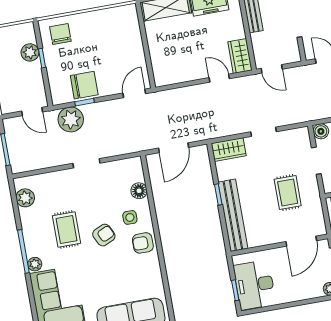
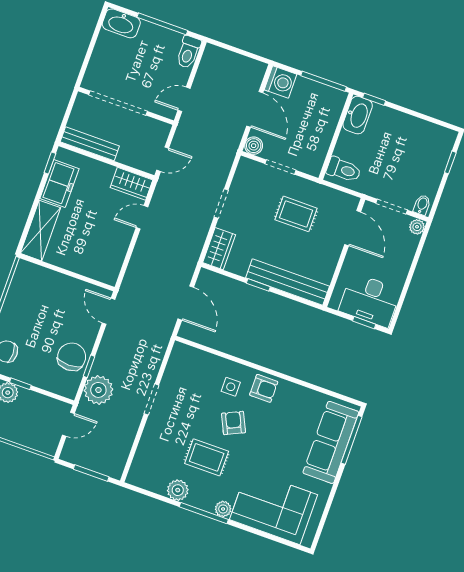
floor lamp: (139, 191) -> (209, 362), removed
plant: (25, 198) -> (178, 490), moved
armchair: (143, 243) -> (264, 388), turned -90

